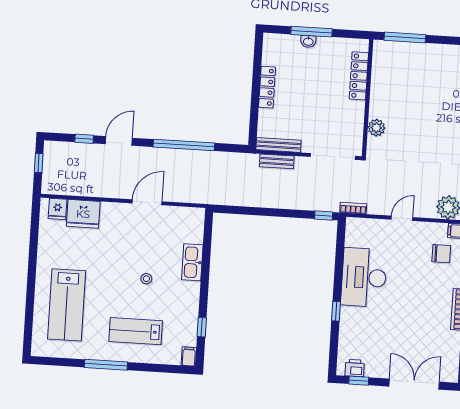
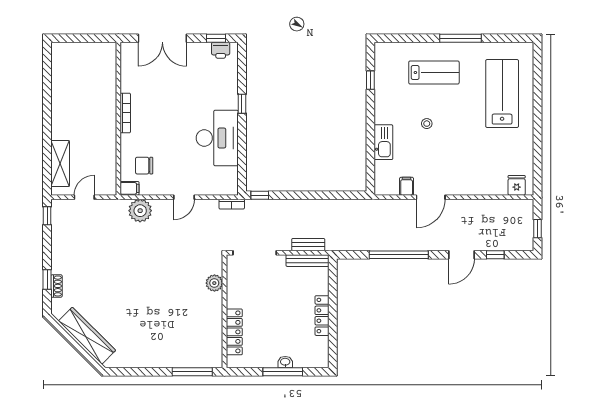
fridge: (83, 214) -> (492, 182), removed
filing cabinet: (189, 356) -> (407, 186), moved, turned 180

